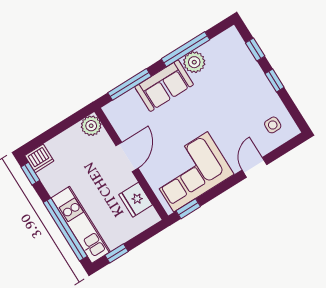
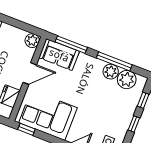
plant: (217, 51) -> (127, 80), added
sofa: (164, 86) -> (59, 55), moved

